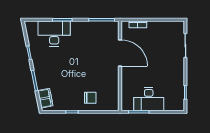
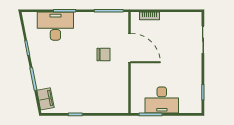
chair: (90, 98) -> (104, 55), moved

